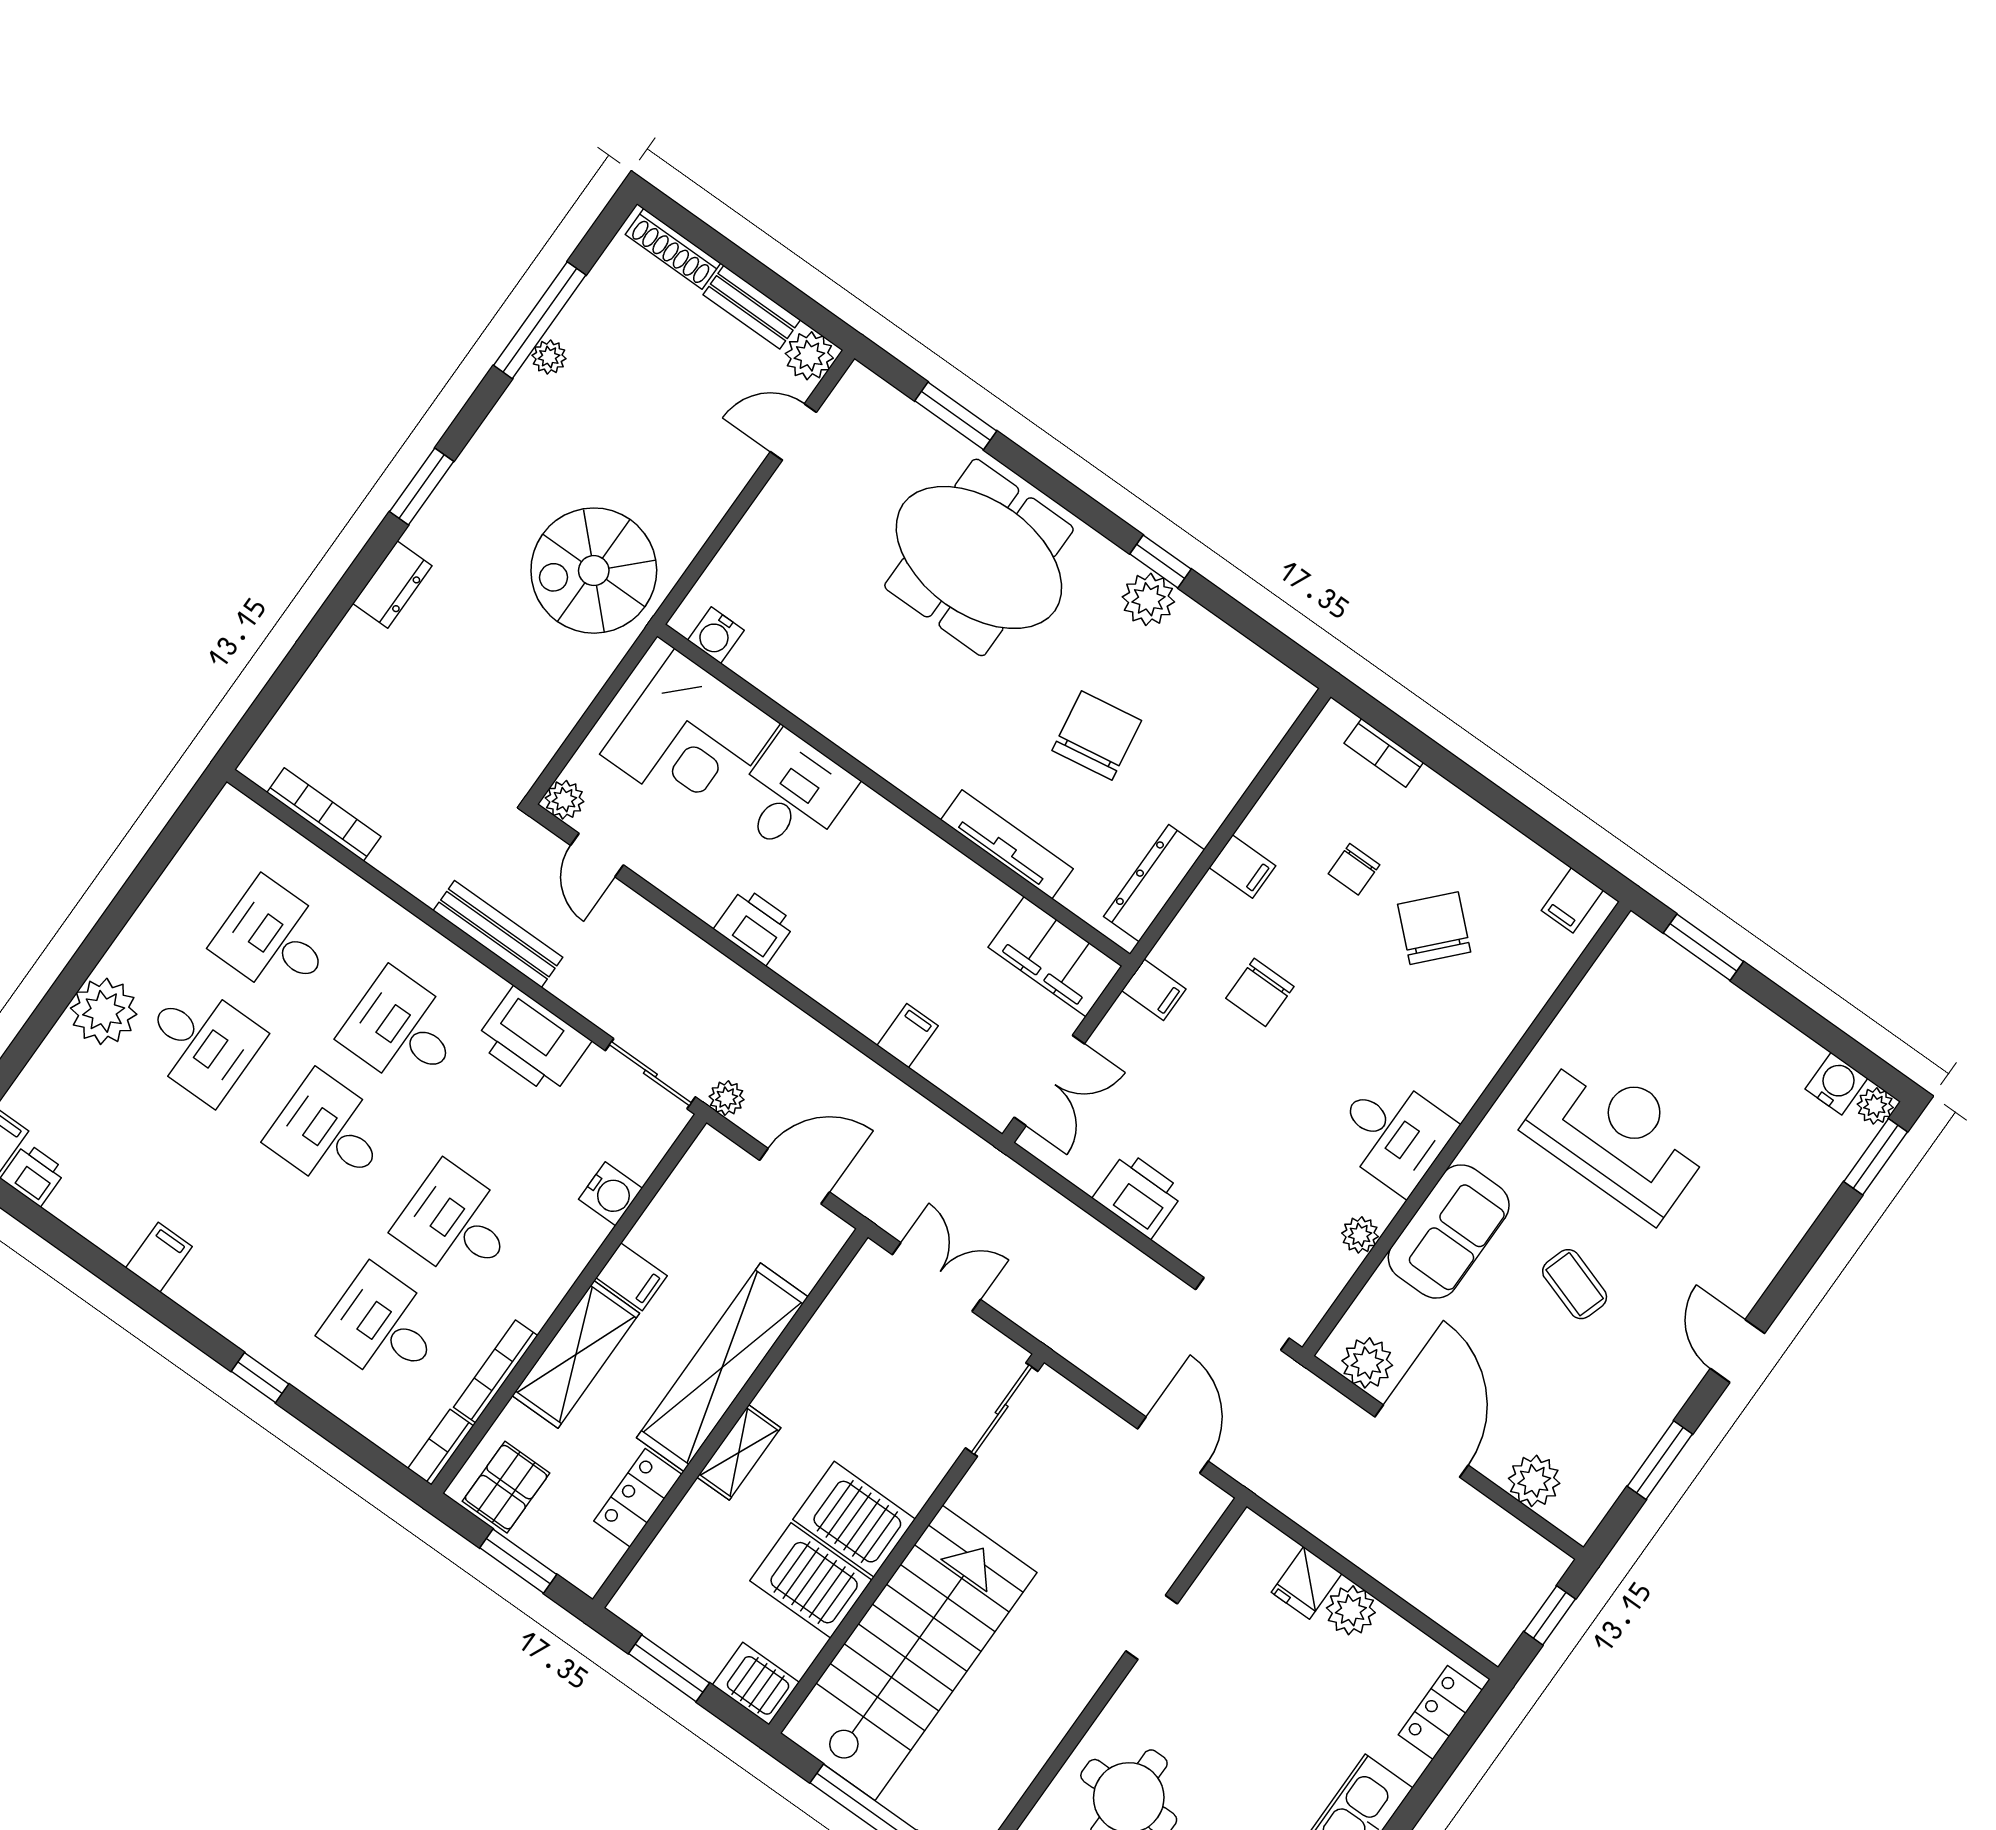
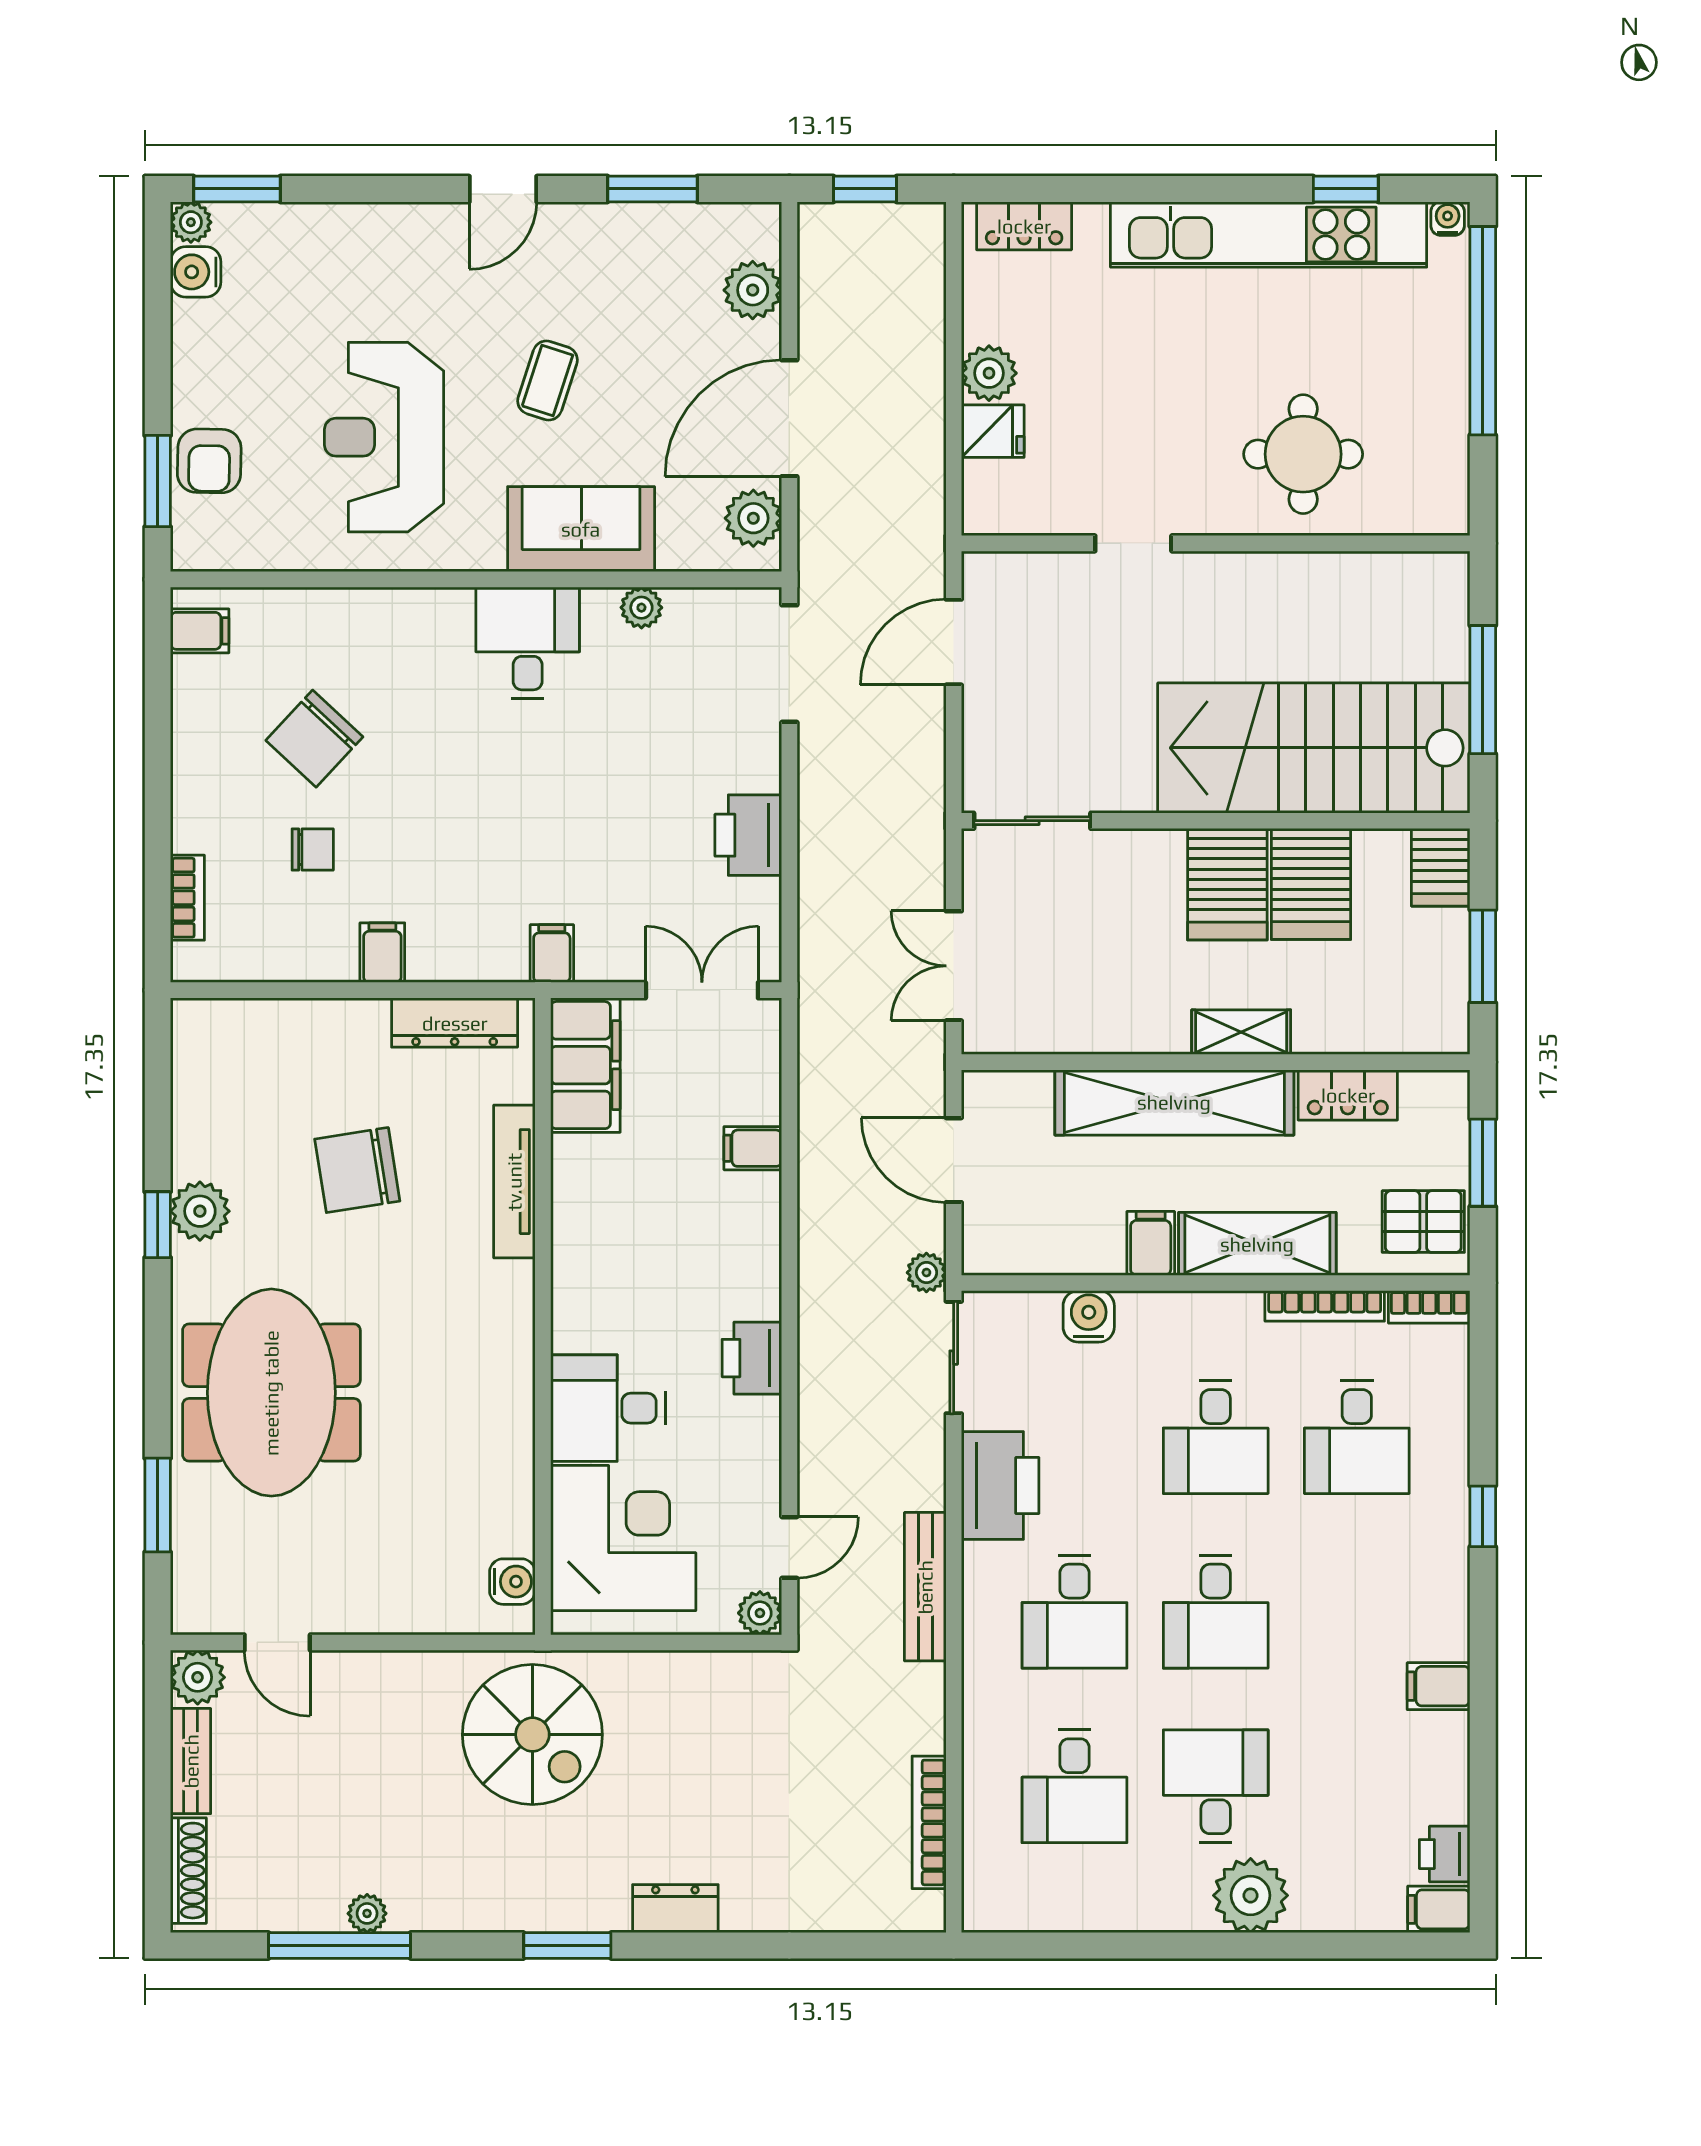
chair: (1260, 992) -> (485, 856), removed
armchair: (1691, 995) -> (209, 461), added

